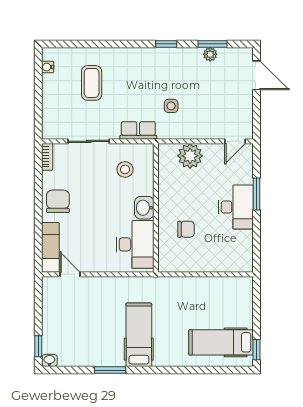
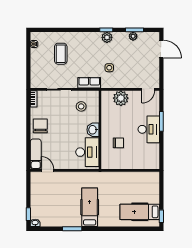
plant: (167, 56) -> (107, 37), added

